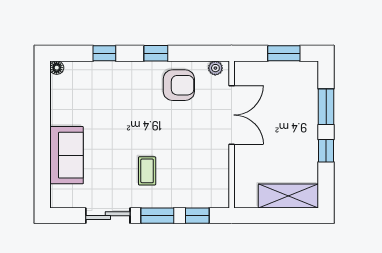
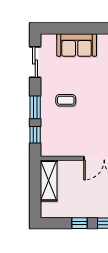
shelving: (288, 196) -> (49, 181), moved
sliding door: (108, 216) -> (35, 62), moved

